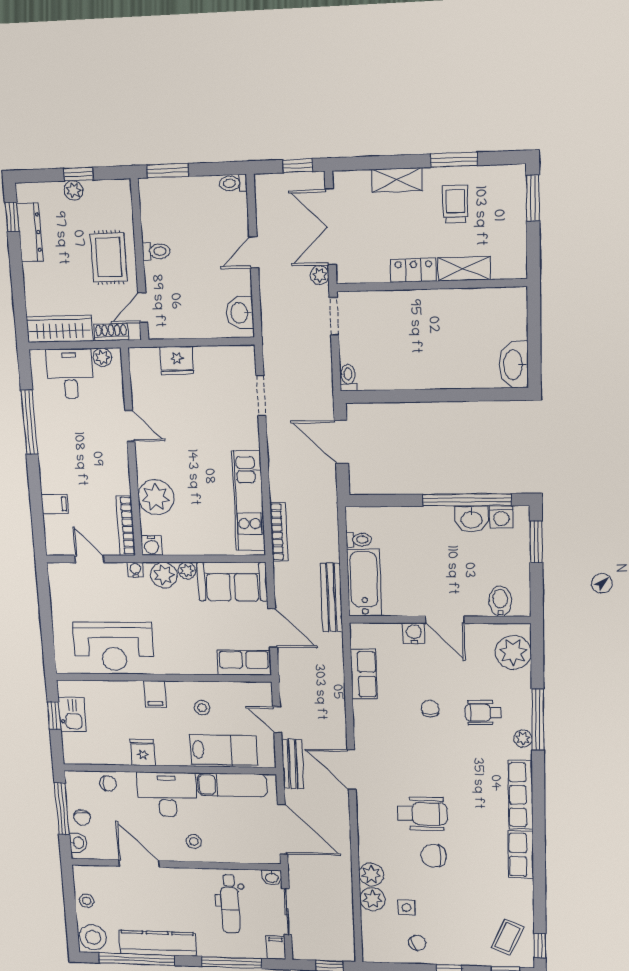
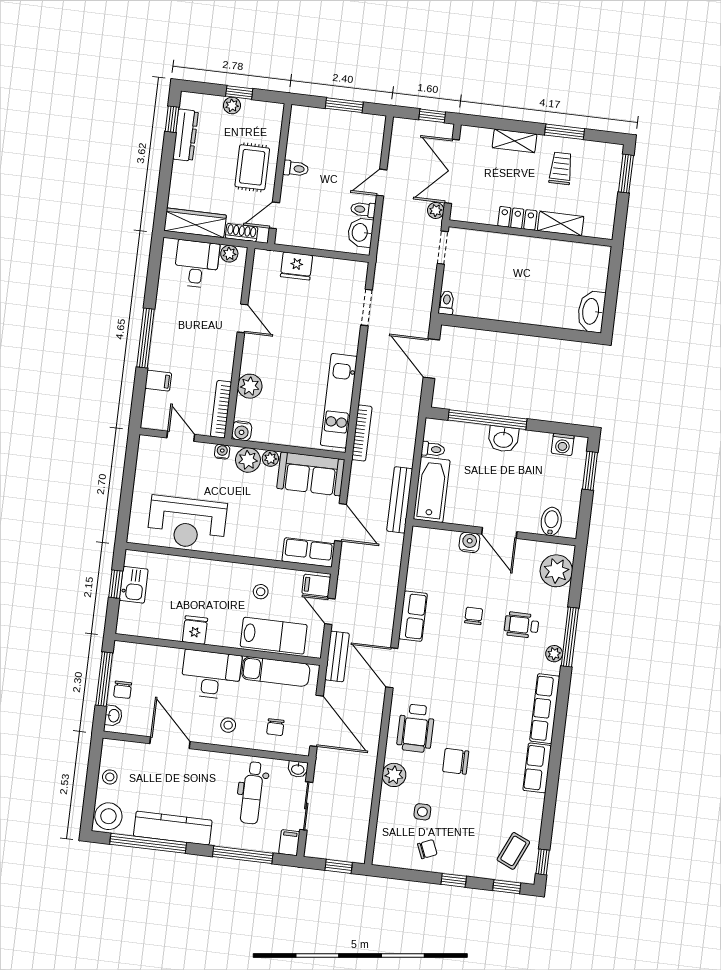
window: (168, 171) -> (344, 105), moved
toilet: (233, 183) -> (363, 209), moved
window: (29, 422) -> (145, 338), moved
plant: (156, 497) -> (250, 386), width x0.73, depth x0.73
window: (467, 500) -> (488, 420), moved
washbasin: (472, 519) -> (503, 439), moved
row of seats: (364, 674) -> (413, 616), moved
filing cabinet: (155, 694) -> (316, 585), moved, turned 90
chair: (108, 783) -> (275, 727), moved, turned 90
wheelchair: (422, 814) -> (416, 728), moved, turned 90
plant: (372, 899) -> (391, 800), removed

